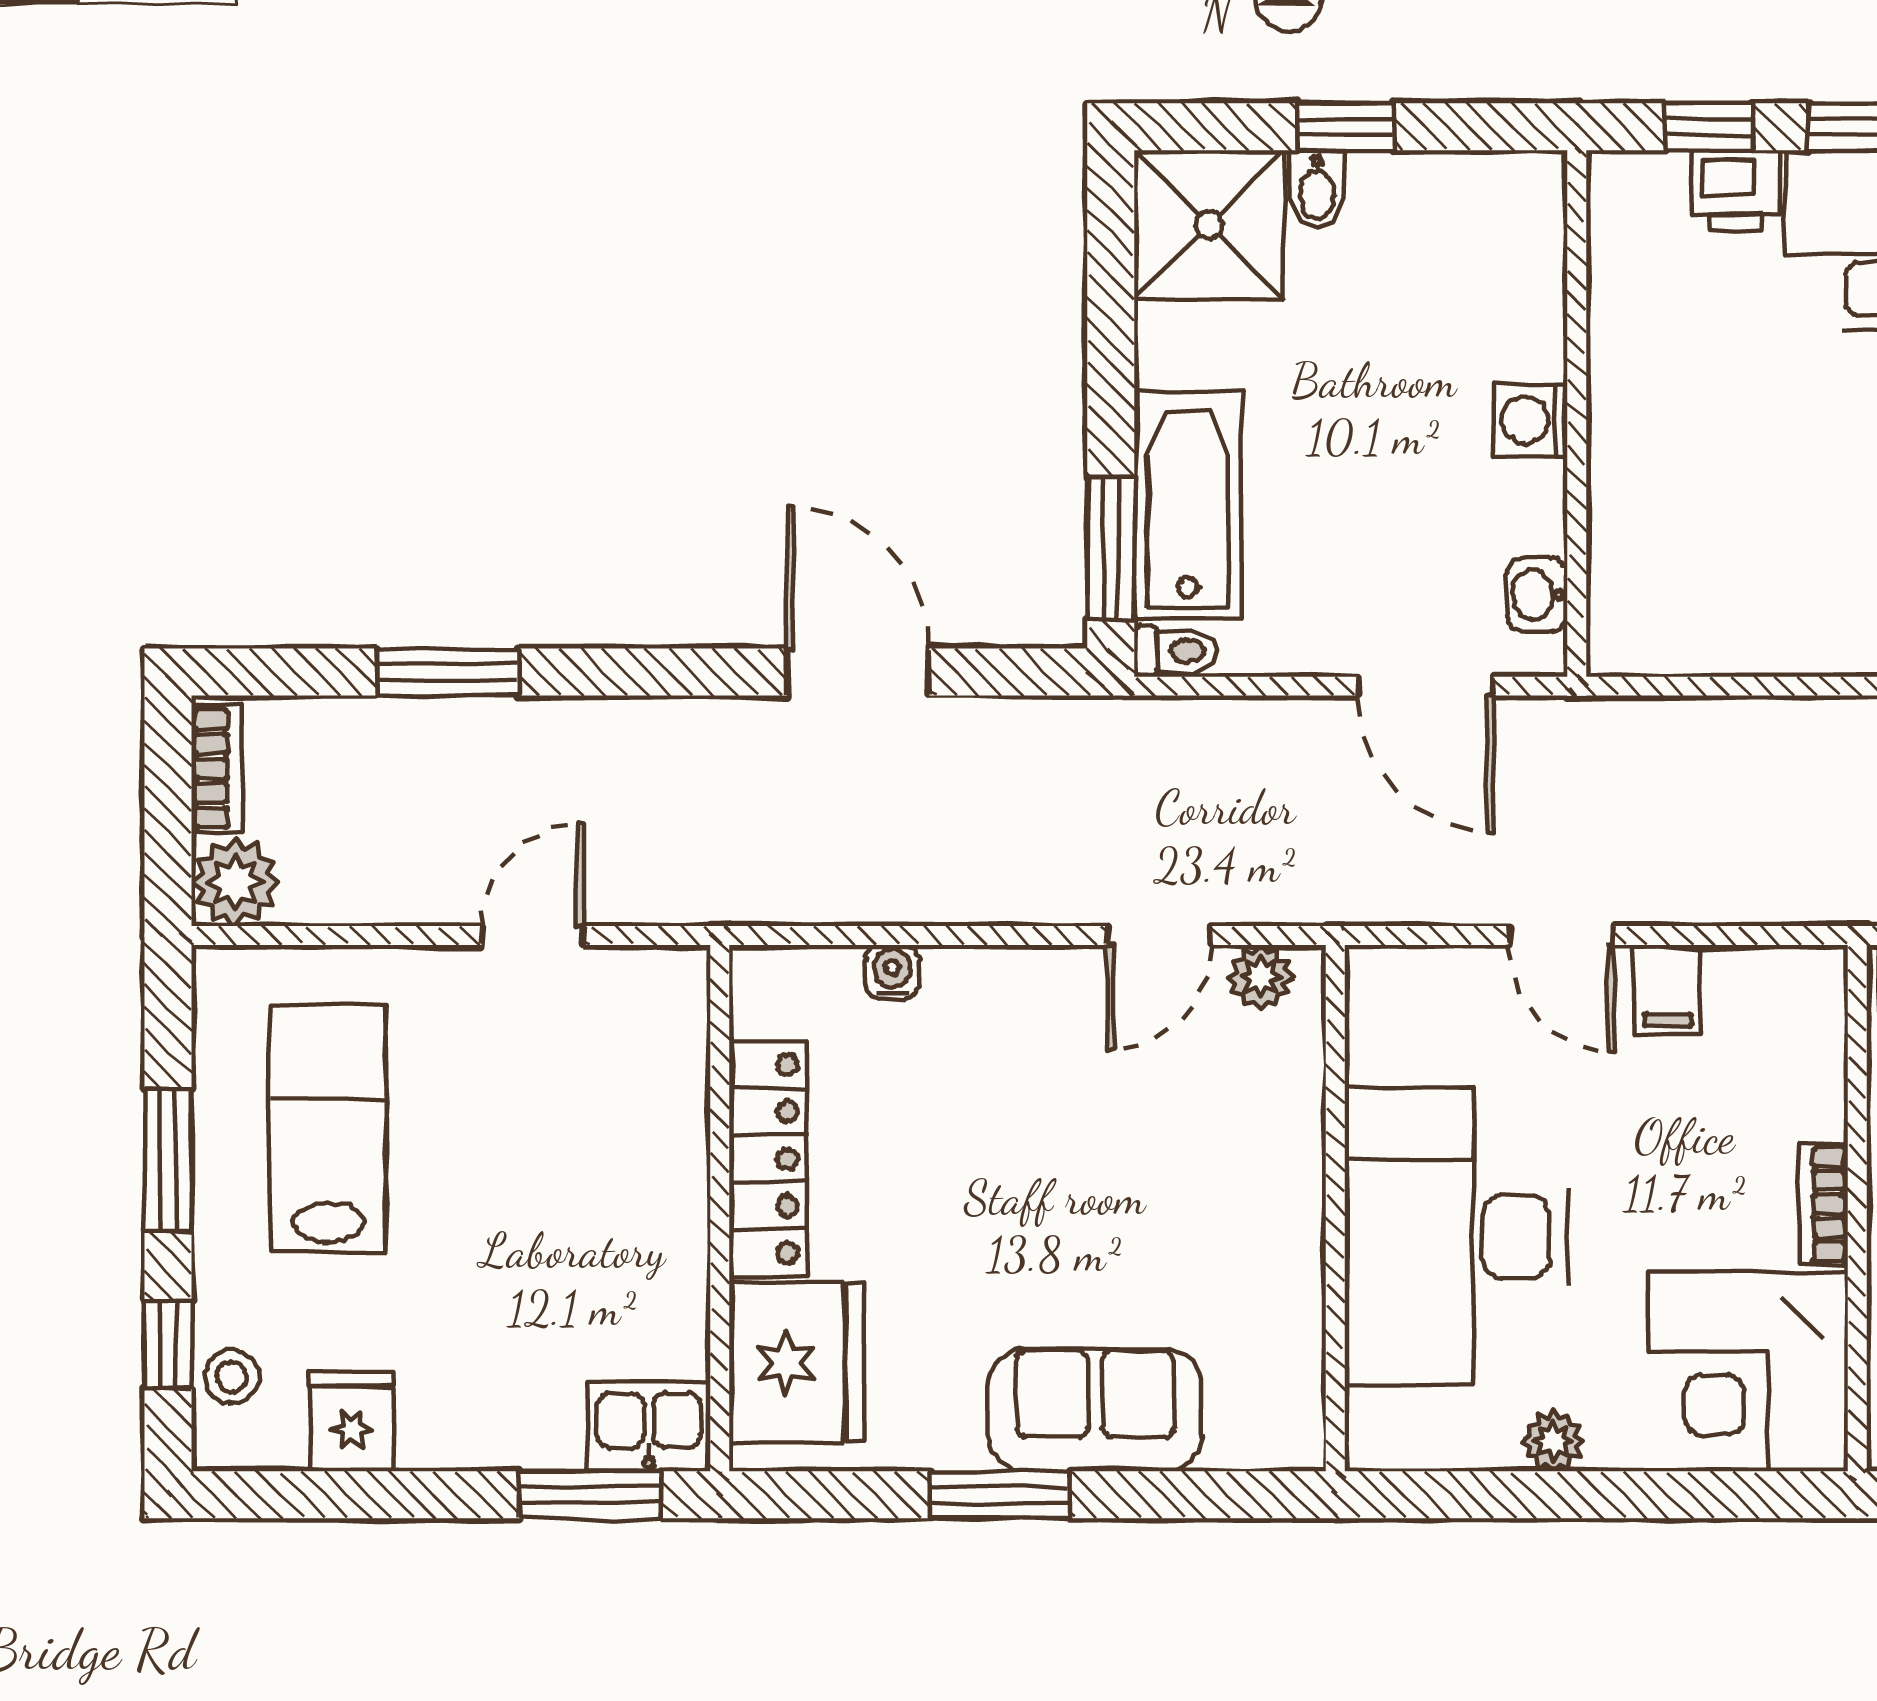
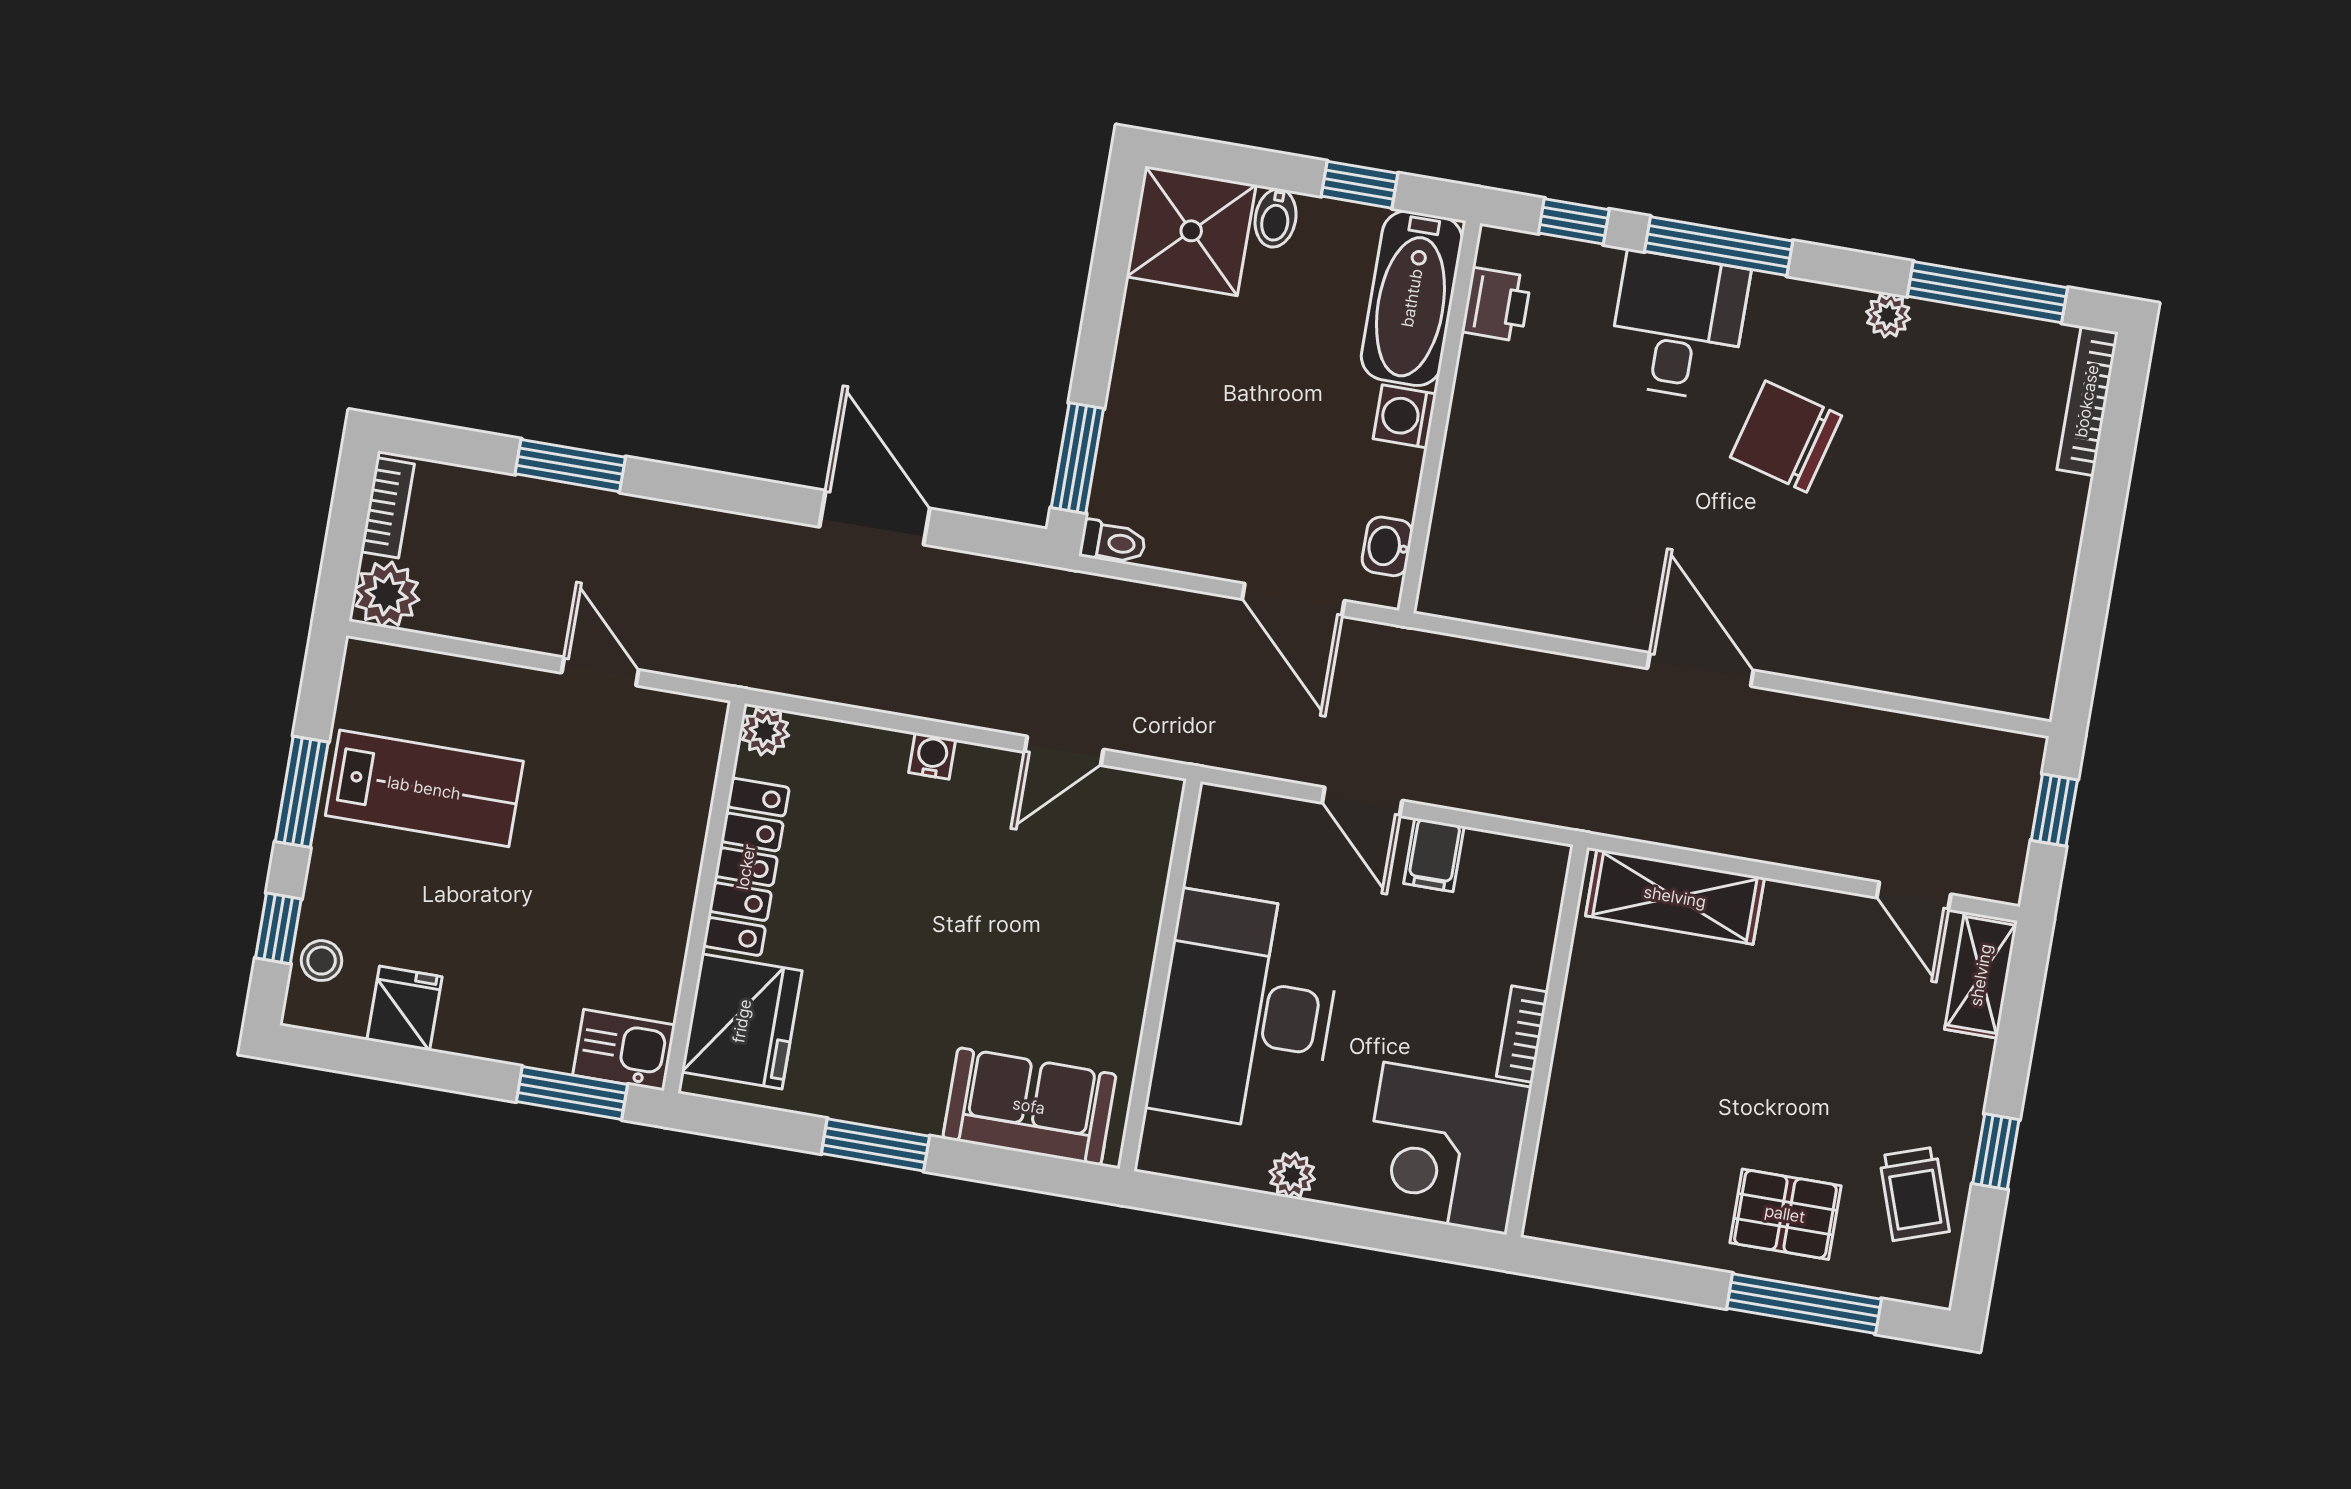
window: (1345, 127) -> (1360, 185), moved
printer: (1735, 190) -> (1496, 304), moved, turned -90
bathtub: (1188, 505) -> (1412, 298), moved, turned 180
door: (533, 935) -> (600, 671), hinge flipped
water cooler: (892, 972) -> (932, 756), moved
plant: (1260, 977) -> (765, 731), moved
lab bench: (328, 1128) -> (424, 788), turned 90
sofa: (1095, 1410) -> (1029, 1106), moved

